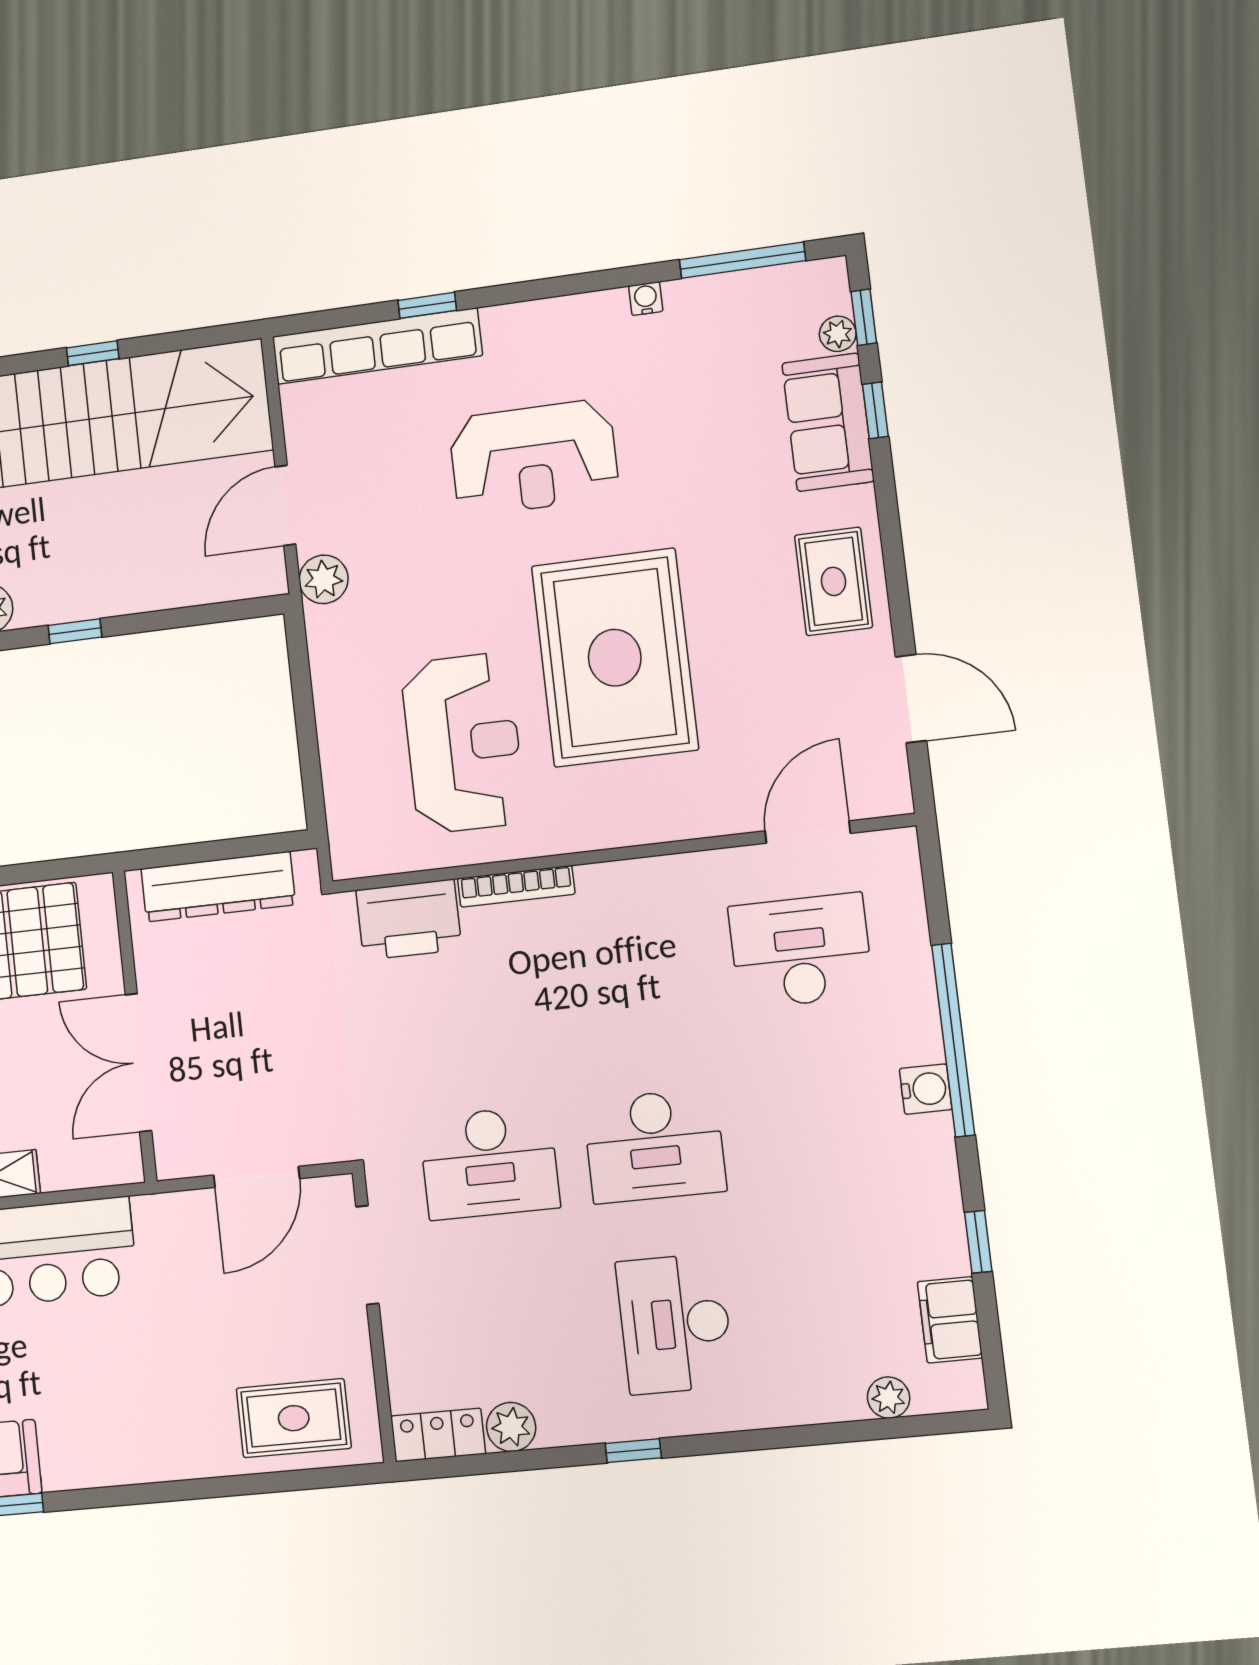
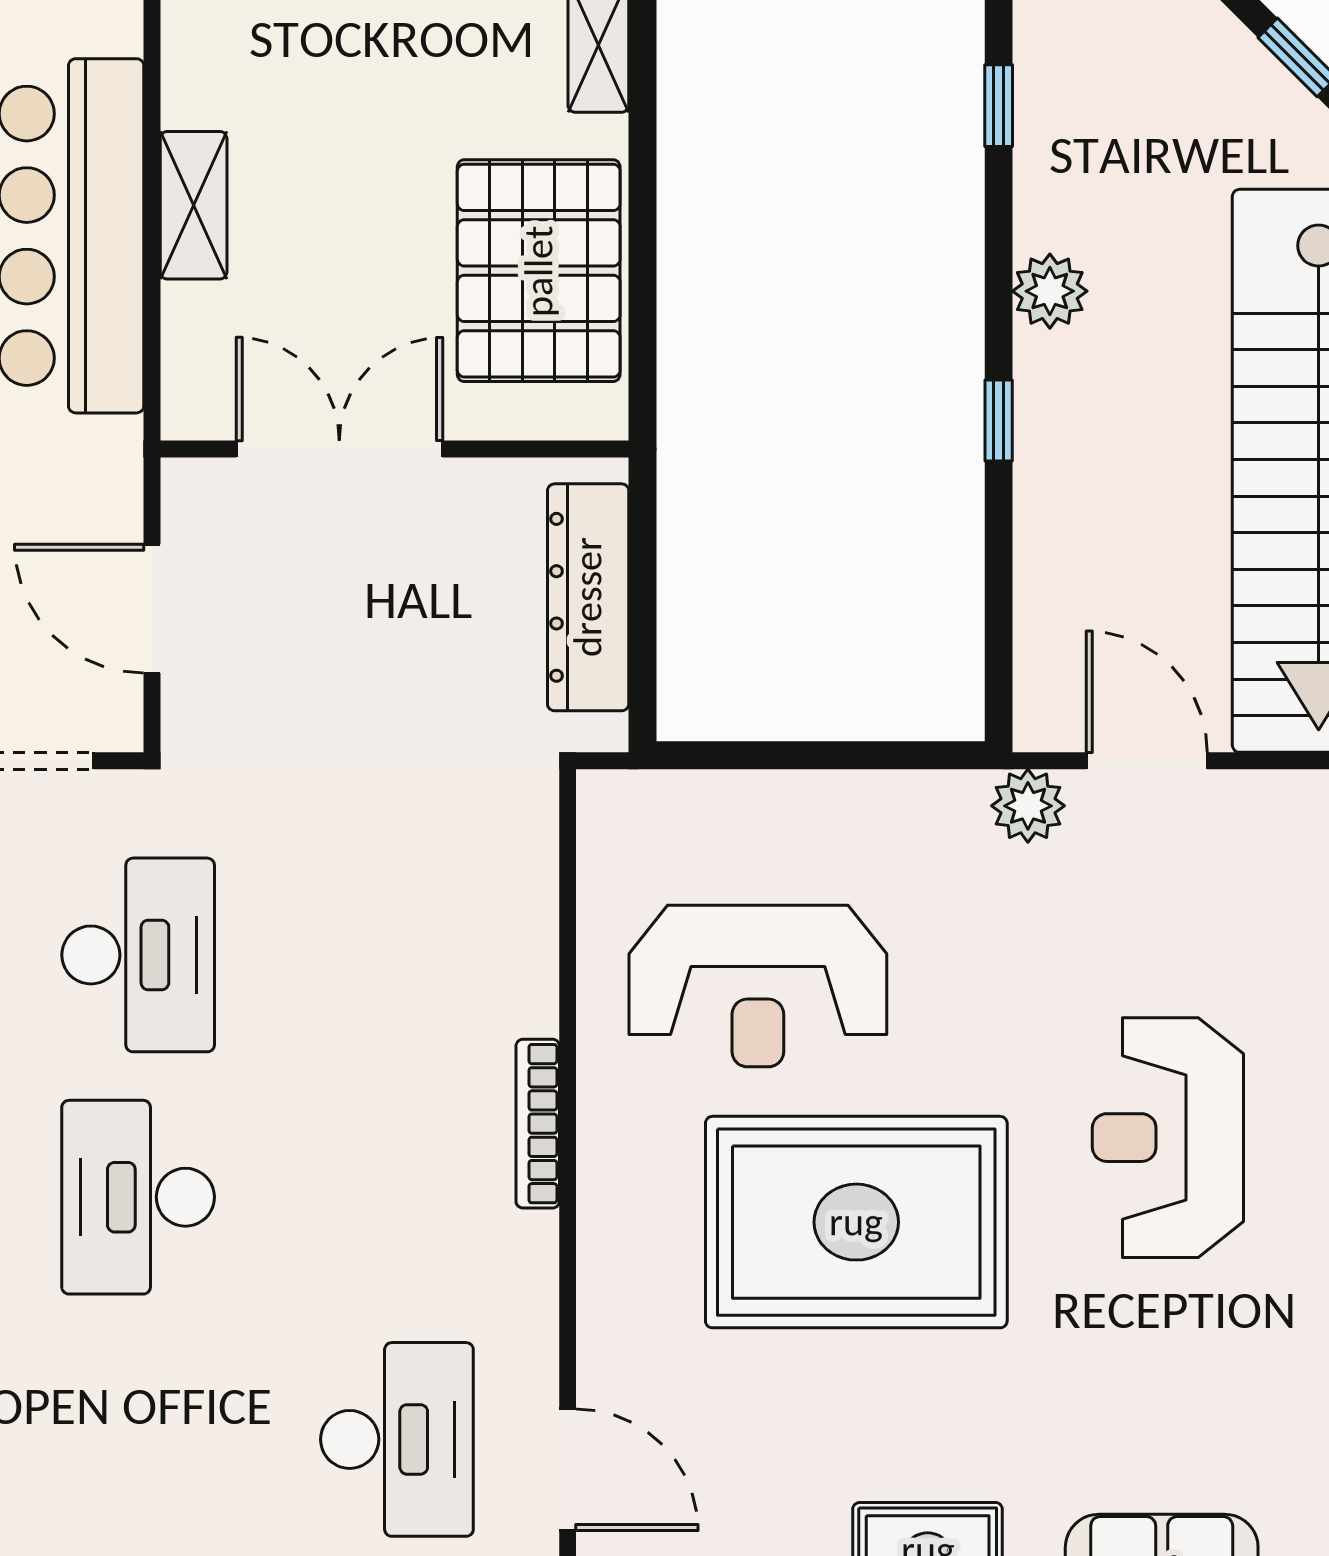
bookcase: (516, 886) -> (538, 1124), moved
printer: (409, 920) -> (507, 876), removed
desk: (489, 1163) -> (138, 955), turned 180

